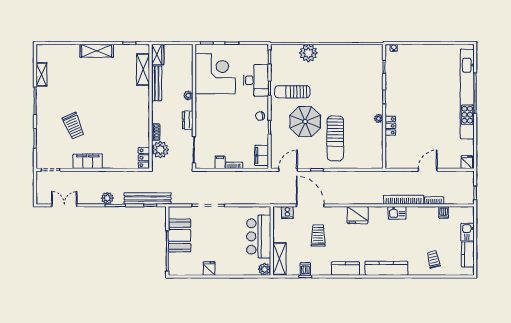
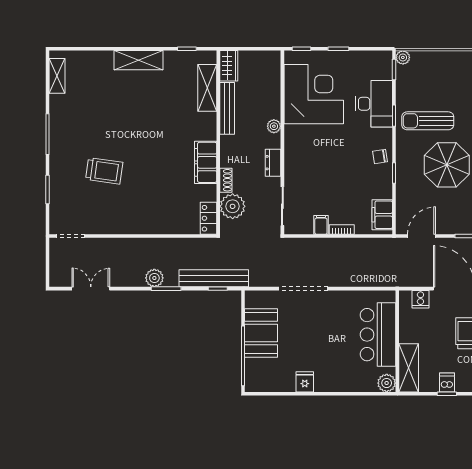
plant: (308, 53) -> (403, 57), moved, width x0.53, depth x0.53
shelving: (41, 74) -> (57, 76), moved
trolley: (73, 126) -> (104, 171), turned -59
filing cabinet: (88, 161) -> (206, 162), moved, turned -90

